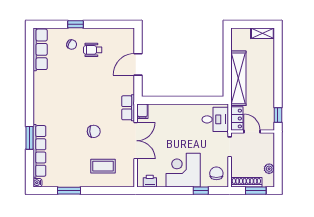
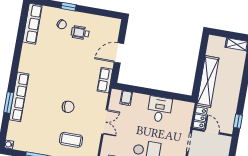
row of seats: (128, 108) -> (105, 80), moved
filing cabinet: (142, 111) -> (126, 98), moved
desk: (215, 119) -> (159, 109), moved, turned -90
double door: (136, 141) -> (105, 122), width x0.73
row of seats: (39, 151) -> (19, 97), moved

